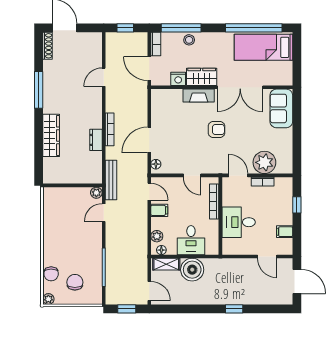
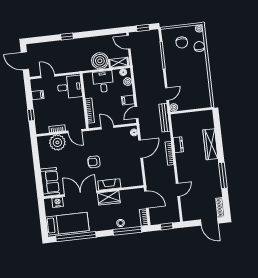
nightstand: (178, 79) -> (58, 202), moved
door: (149, 192) -> (136, 112), hinge flipped
desk: (239, 222) -> (70, 87), moved

